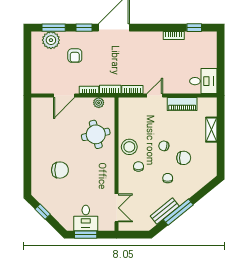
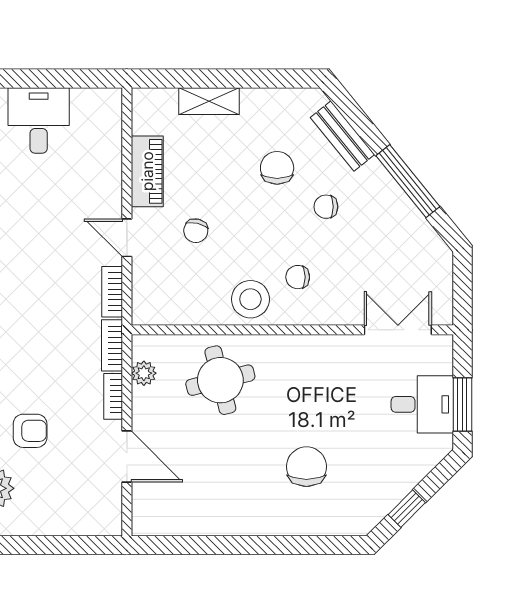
desk: (203, 81) -> (39, 120), moved
chair: (164, 146) -> (196, 231), moved
bench: (165, 211) -> (342, 136), moved

